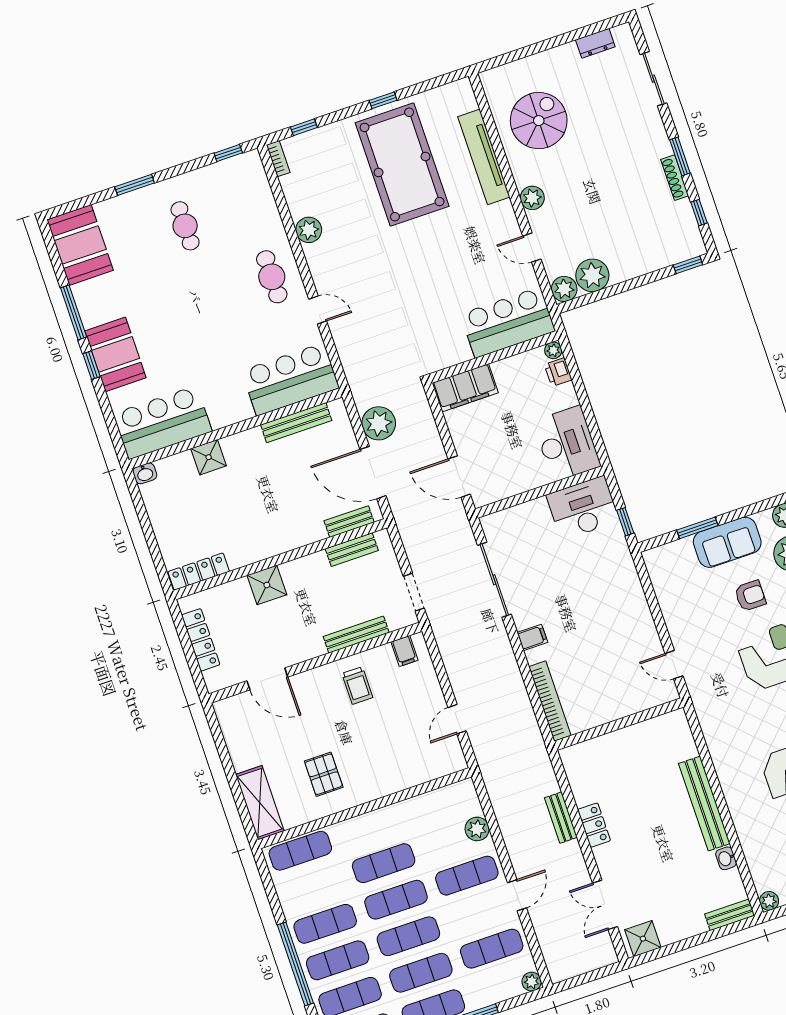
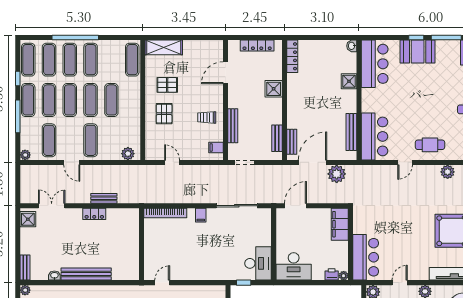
pallet: (376, 762) -> (164, 114), added
plant: (477, 829) -> (128, 154), moved

